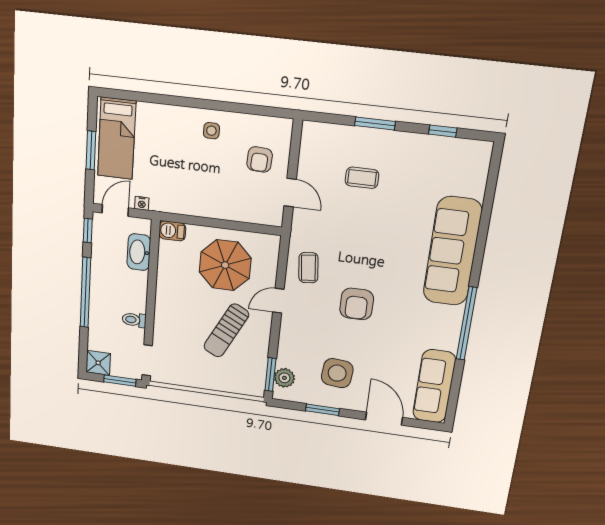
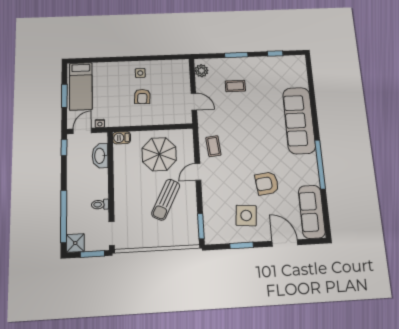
armchair: (260, 159) -> (142, 97), moved
window: (85, 292) -> (64, 216), moved
armchair: (357, 304) -> (267, 183), moved, turned 83
plant: (284, 378) -> (201, 71), moved

